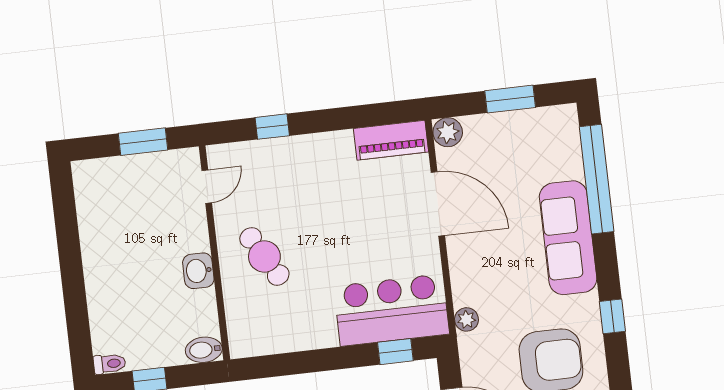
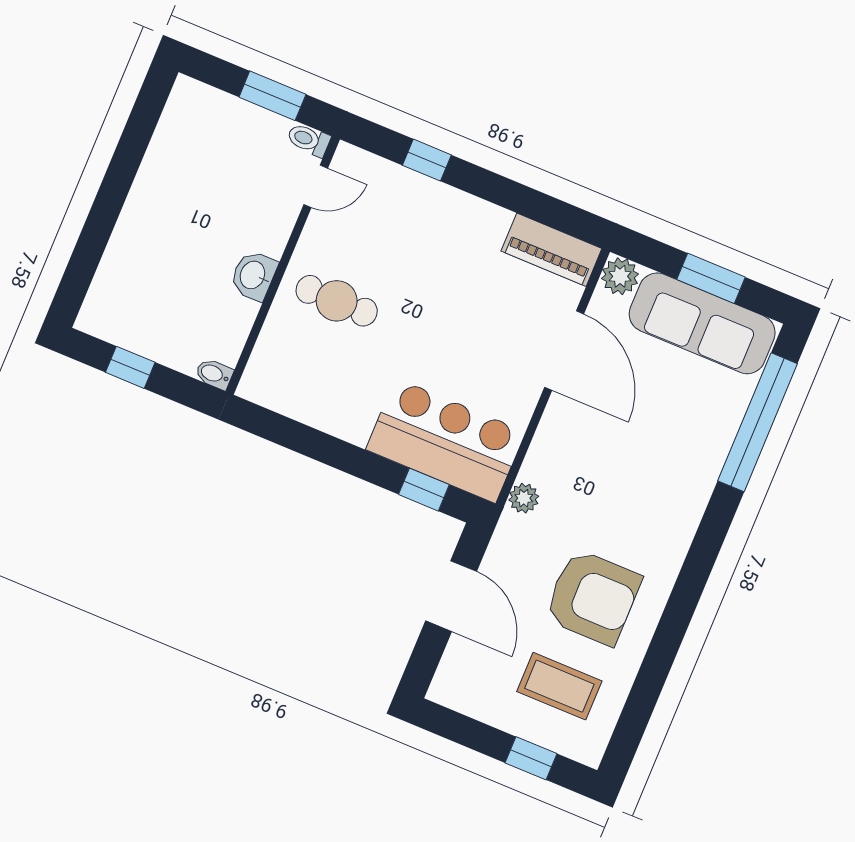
sofa: (568, 238) -> (702, 323), moved, turned -90
cafe table: (264, 256) -> (337, 301), turned -60
window: (612, 316) -> (689, 586), removed
bidet: (204, 350) -> (214, 374), width x0.72, depth x0.74
toilet: (109, 364) -> (309, 140), moved, turned 180

